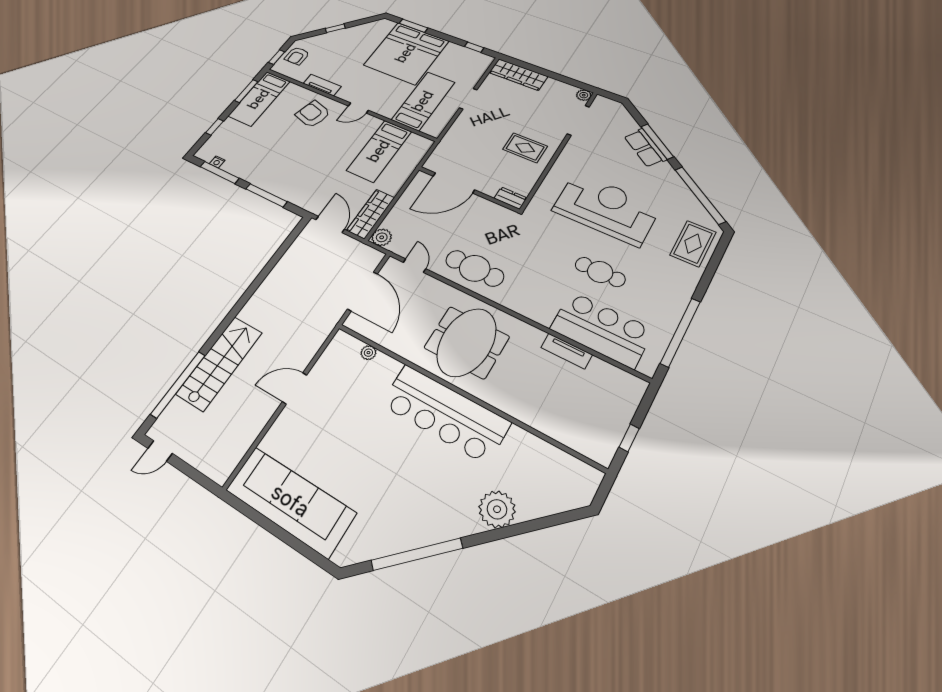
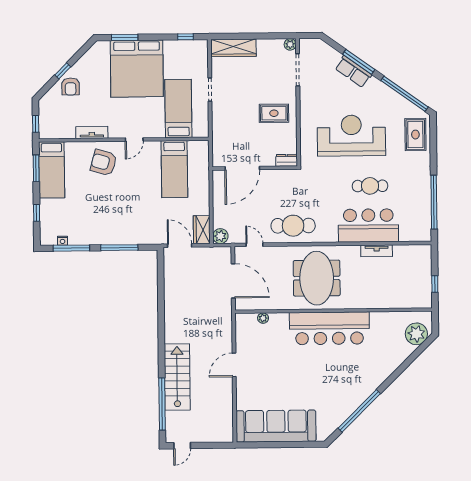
armchair: (297, 56) -> (71, 86), moved
wardrobe: (371, 214) -> (202, 230), width x0.67
bar counter: (601, 329) -> (368, 226), moved
plant: (497, 509) -> (416, 334), moved

